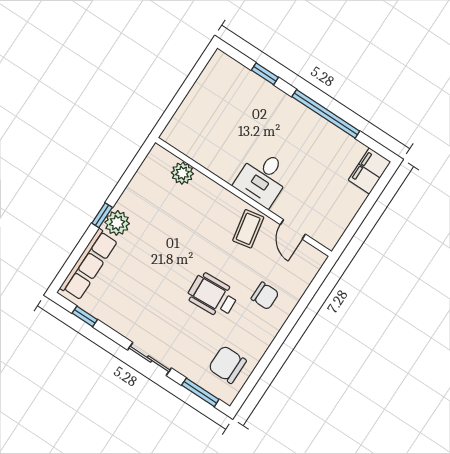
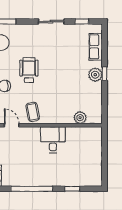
desk: (263, 178) -> (53, 140), moved
row of seats: (89, 265) -> (96, 47), width x0.68
wheelchair: (212, 295) -> (29, 70), turned -87
sliding door: (150, 359) -> (51, 22), moved

